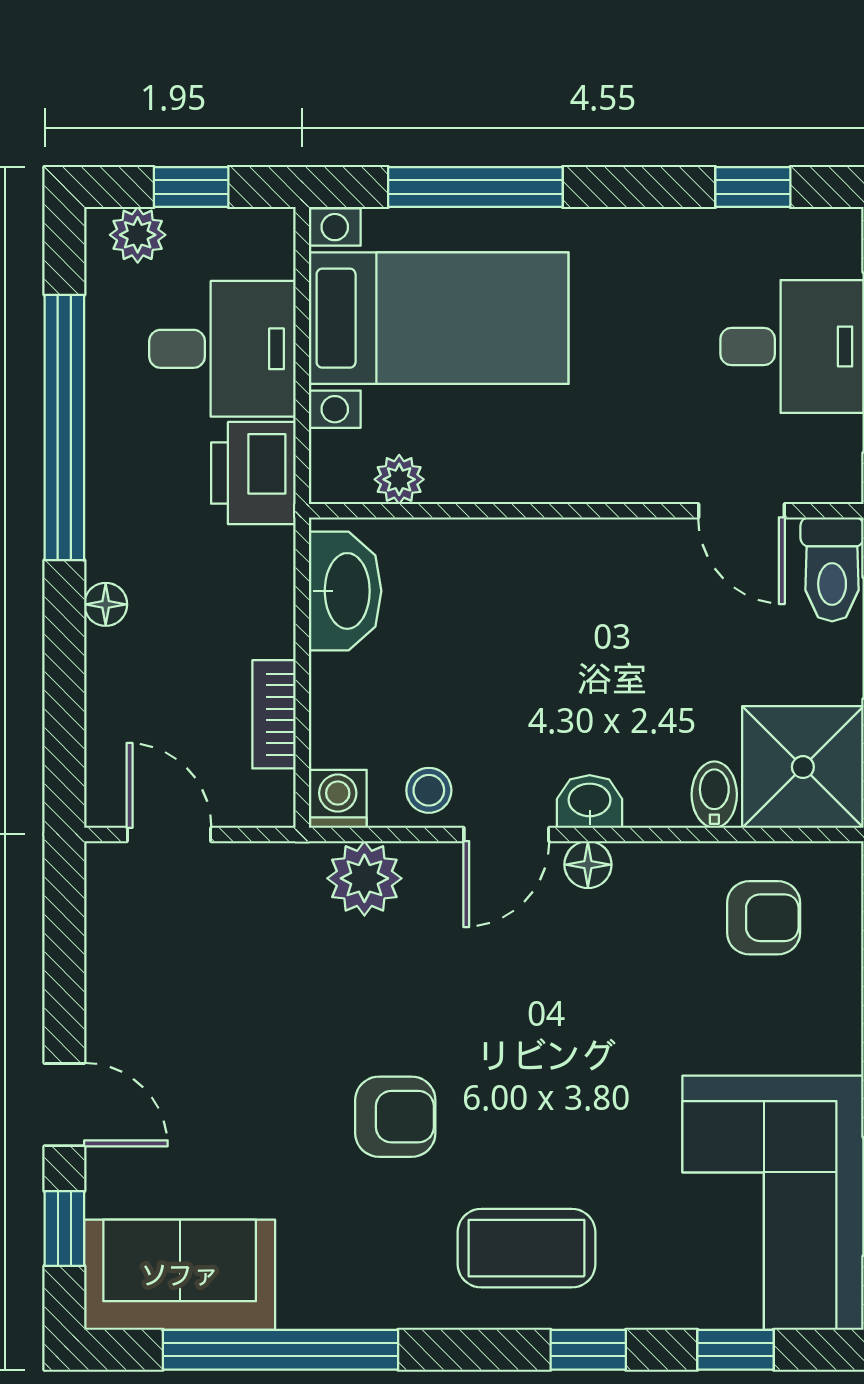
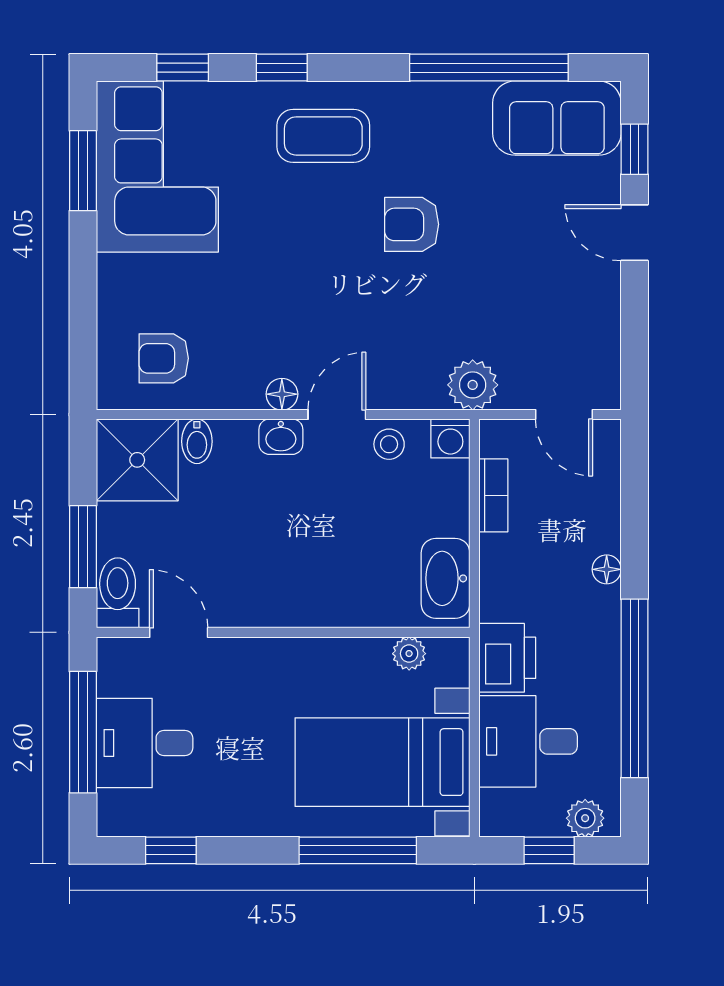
plant: (364, 878) -> (473, 385), moved

